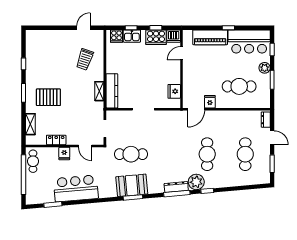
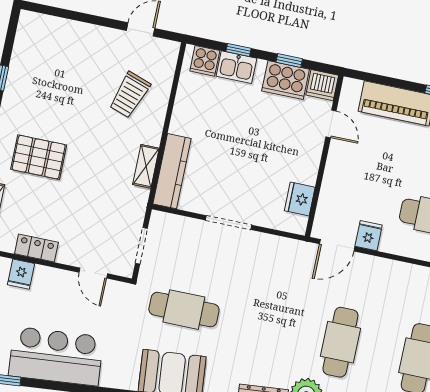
door: (181, 53) -> (331, 124), swing flipped
fridge: (64, 154) -> (21, 274), moved

